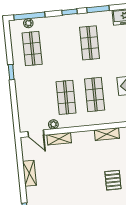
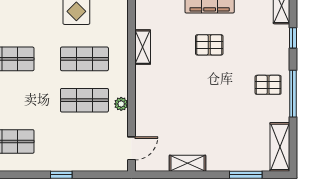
window: (11, 72) -> (61, 175), moved
plant: (53, 124) -> (121, 104), moved
shelving: (59, 139) -> (142, 116), removed

